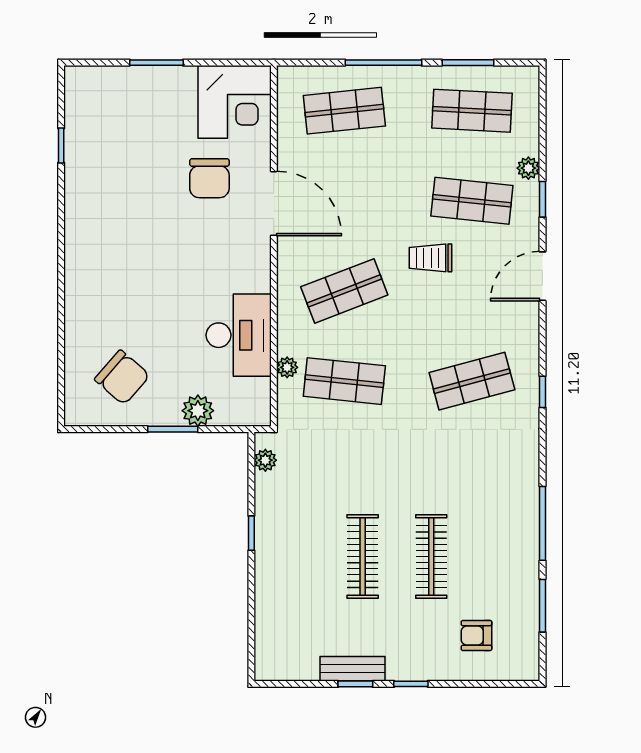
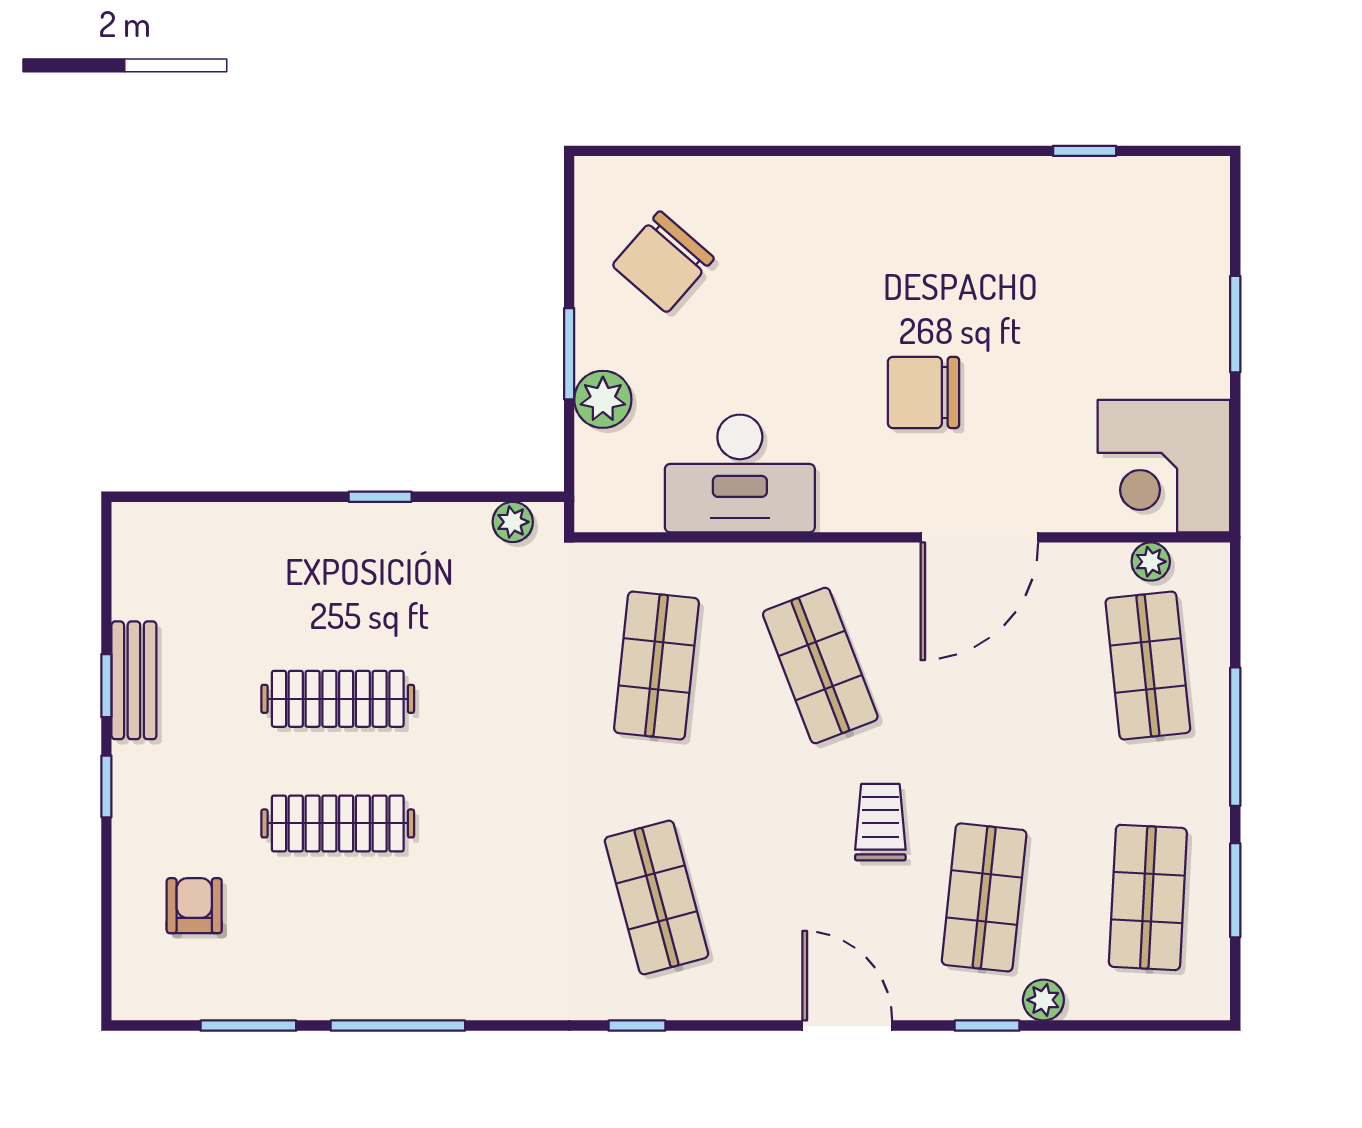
chair: (209, 178) -> (923, 392), moved
plant: (287, 367) -> (1151, 562), moved

